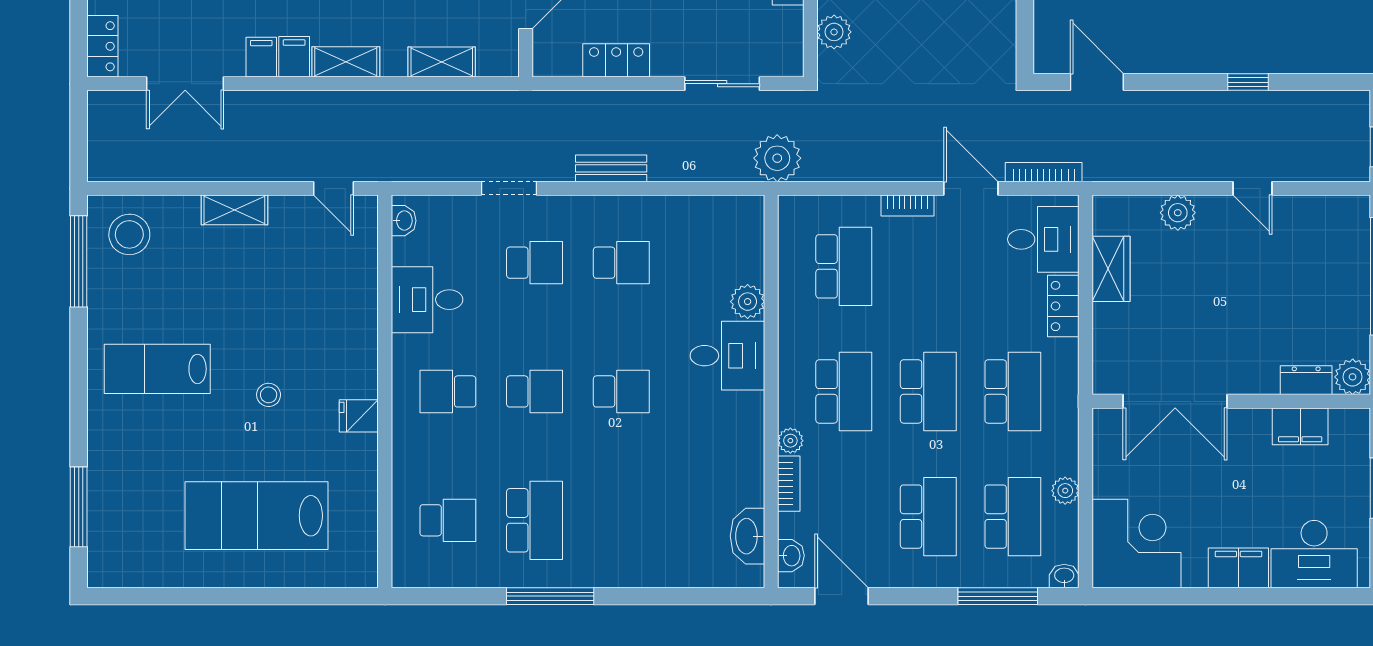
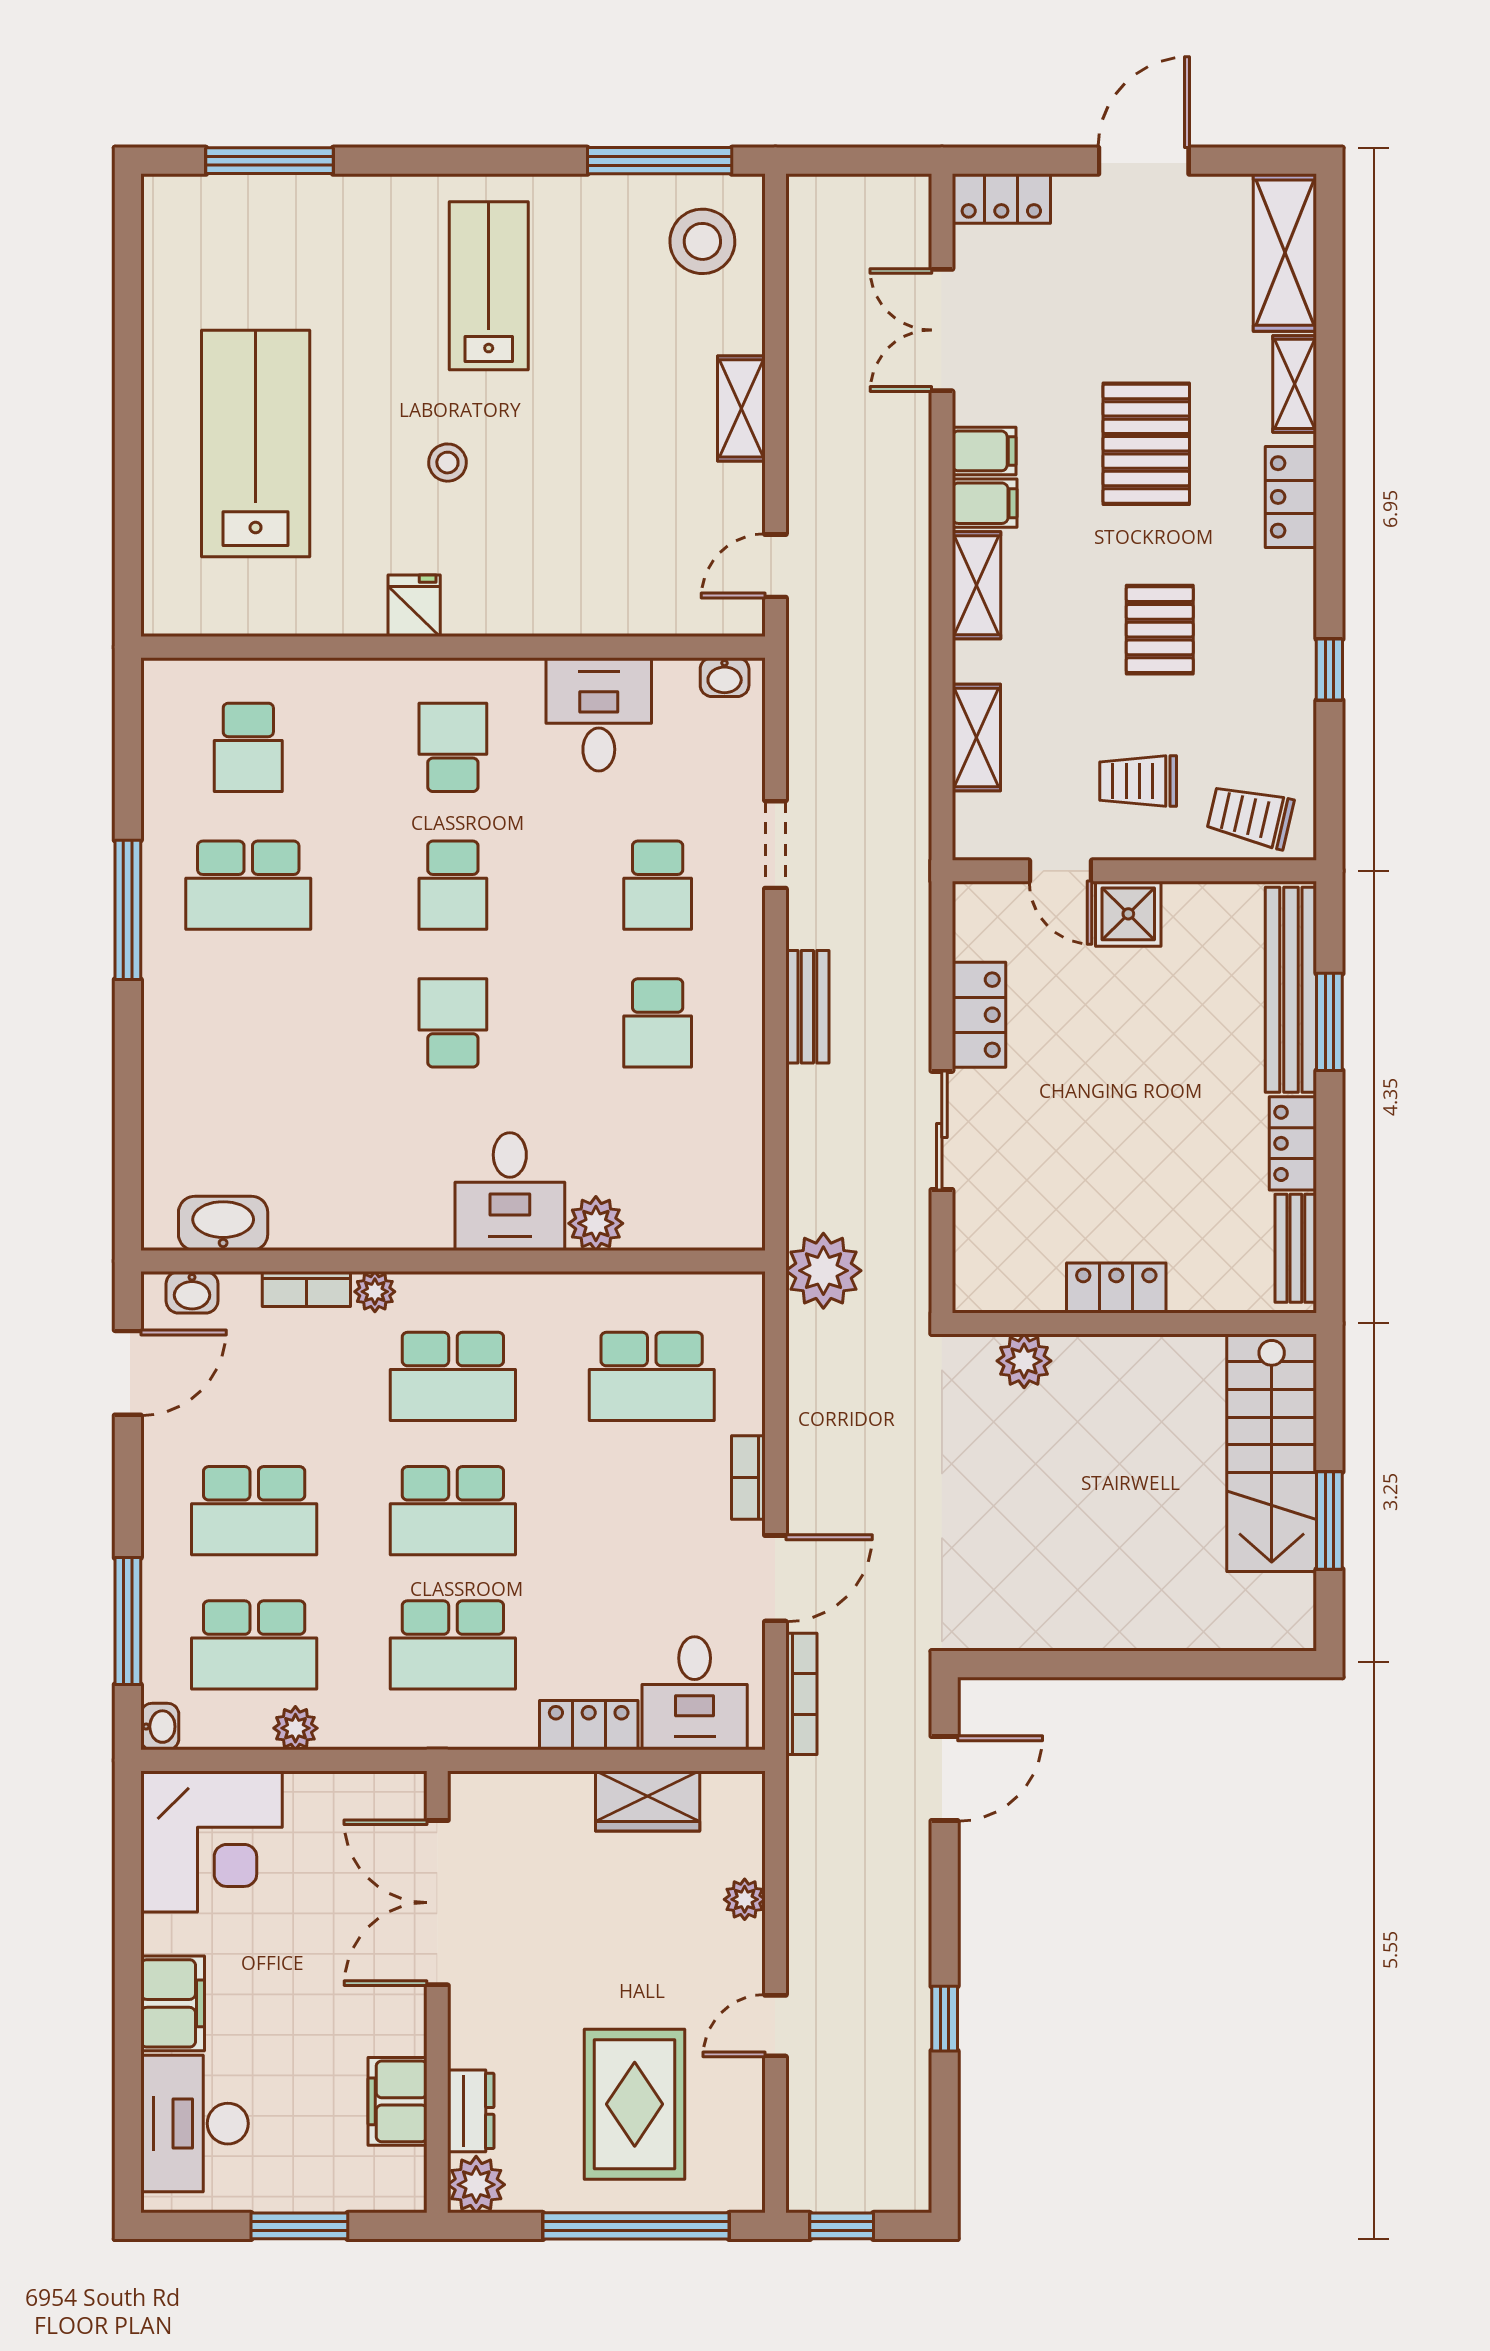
sliding door: (722, 84) -> (942, 1130), moved
plant: (1178, 213) -> (745, 1899), width x0.73, depth x0.73
rug: (1302, 277) -> (635, 2104), added
school desk: (621, 391) -> (453, 1023), turned 180

